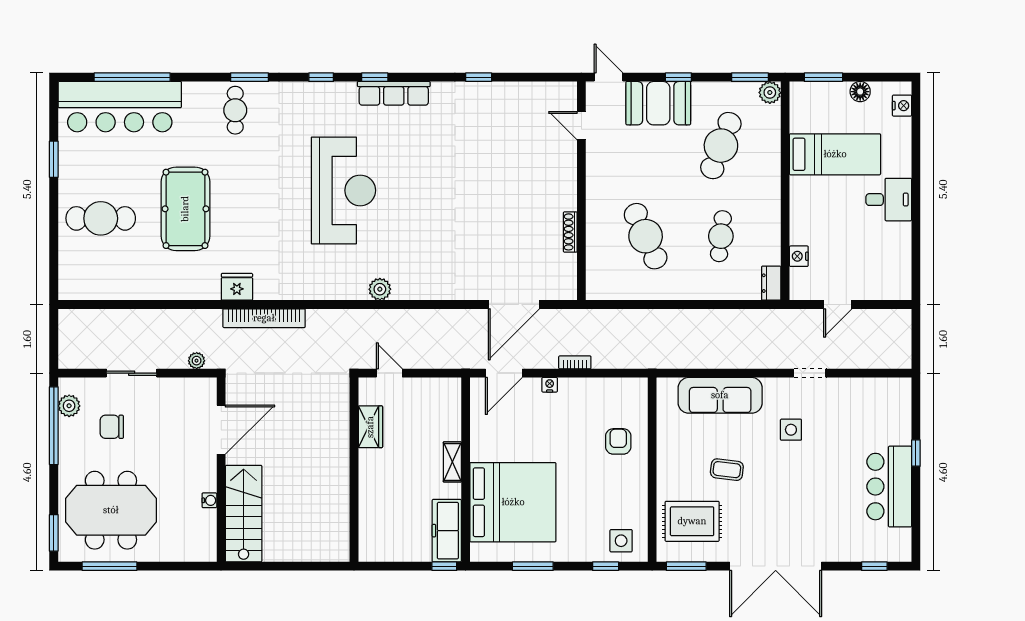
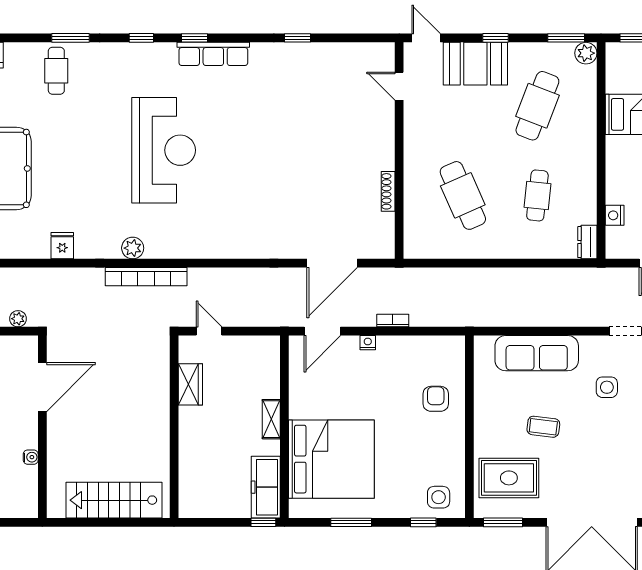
fridge: (237, 287) -> (62, 246), width x0.72
plant: (380, 289) -> (133, 248), moved
bookcase: (264, 318) -> (146, 277), moved
stairs: (244, 514) -> (114, 500), moved, turned -90

